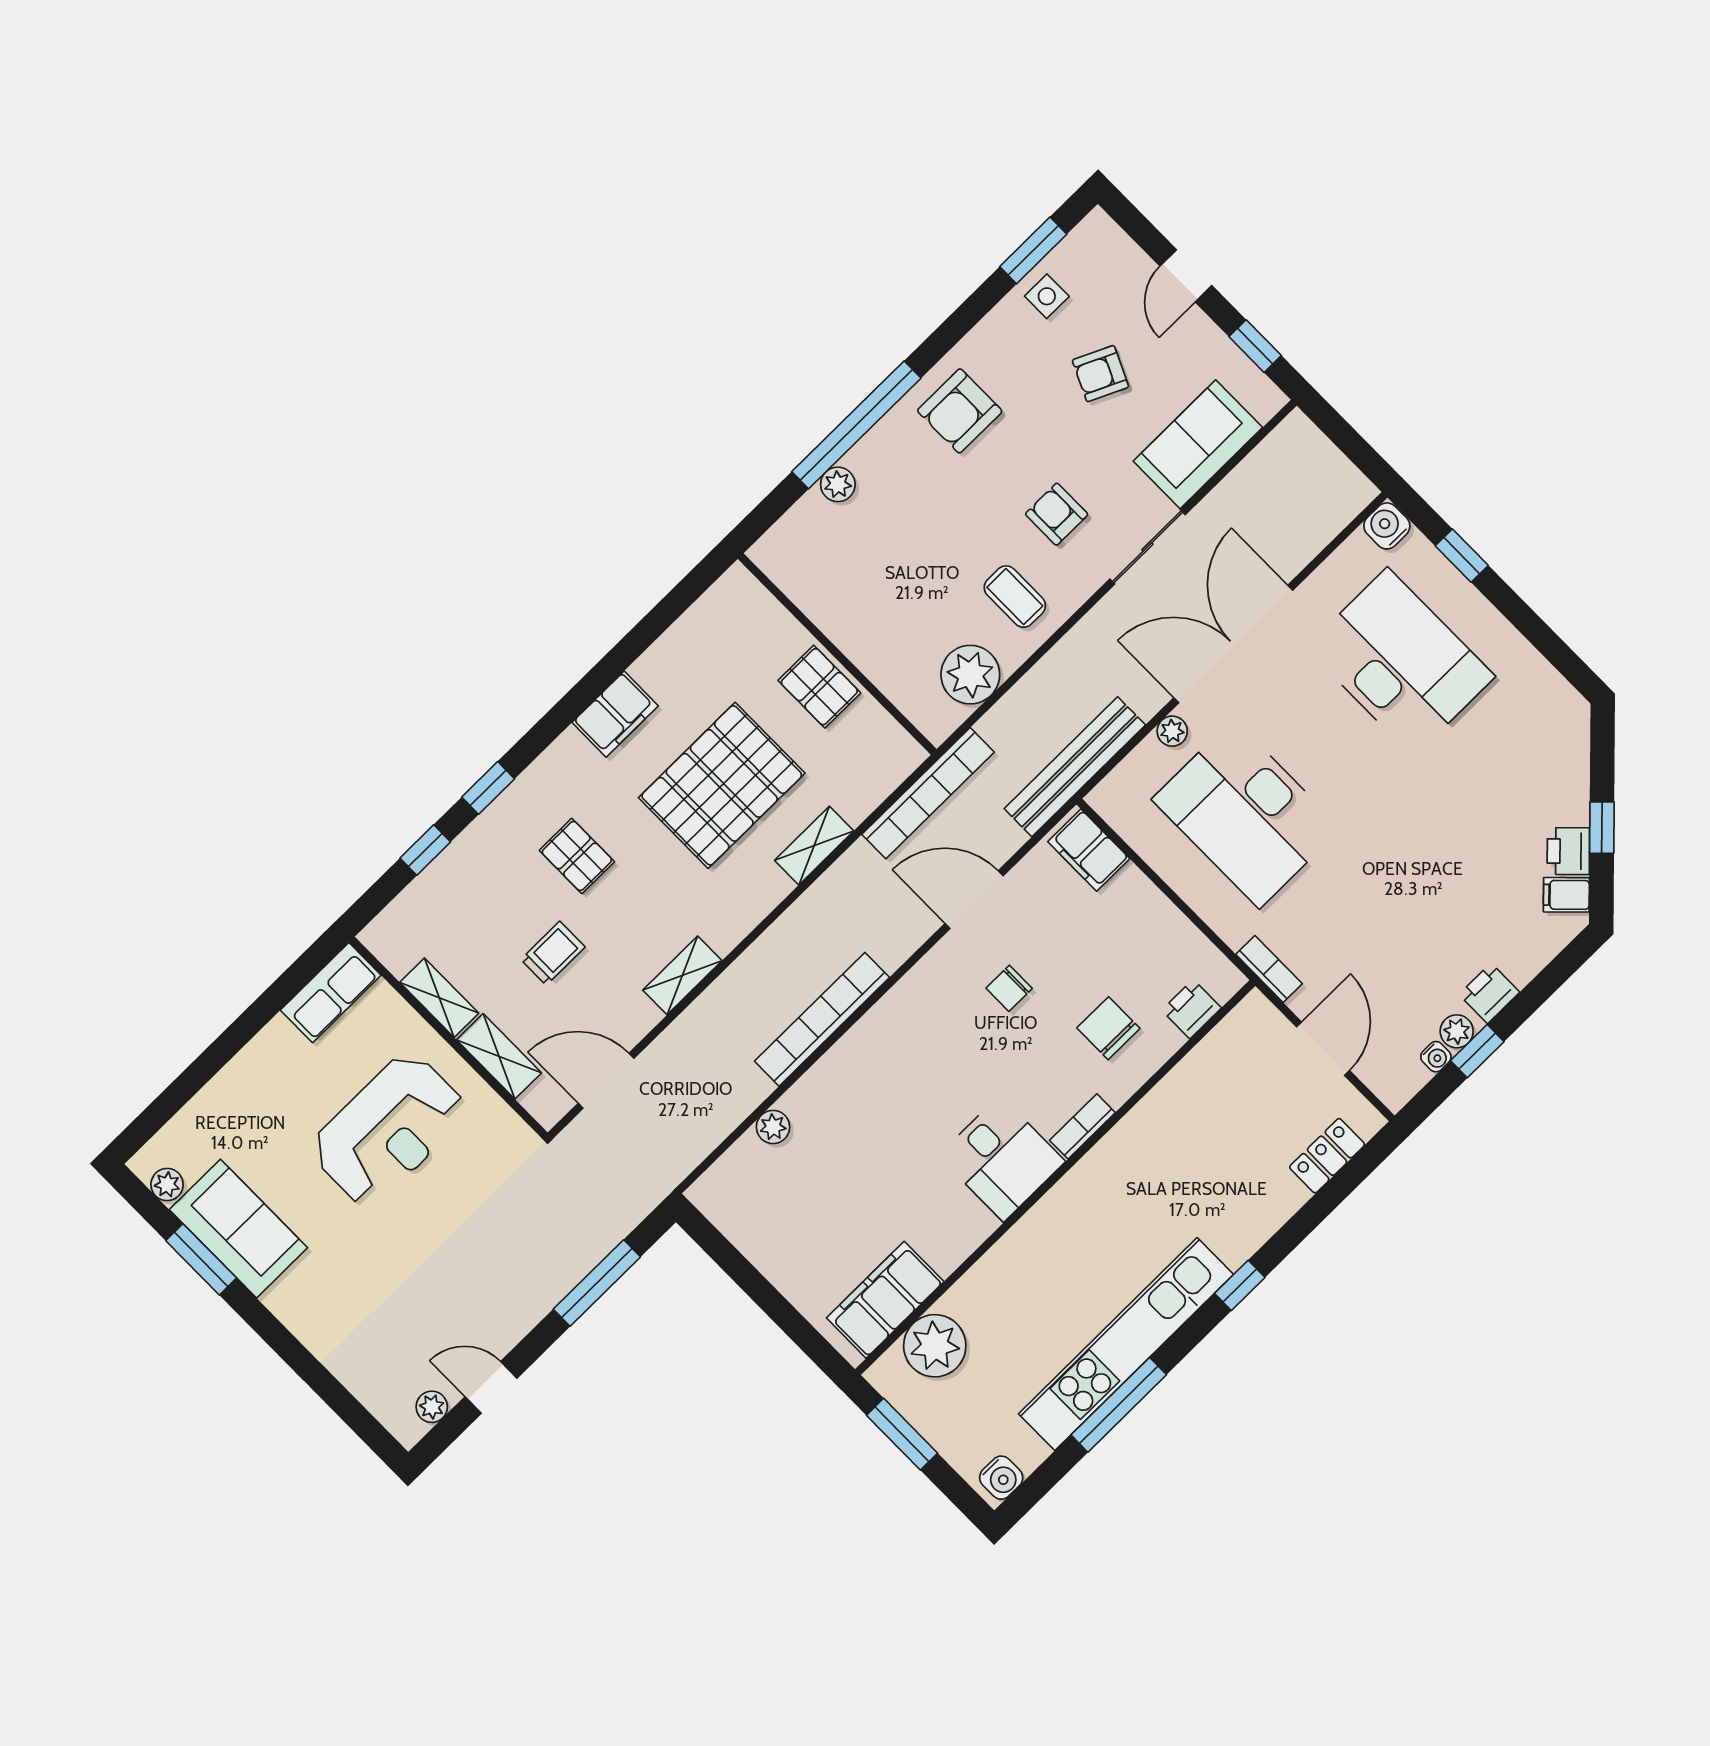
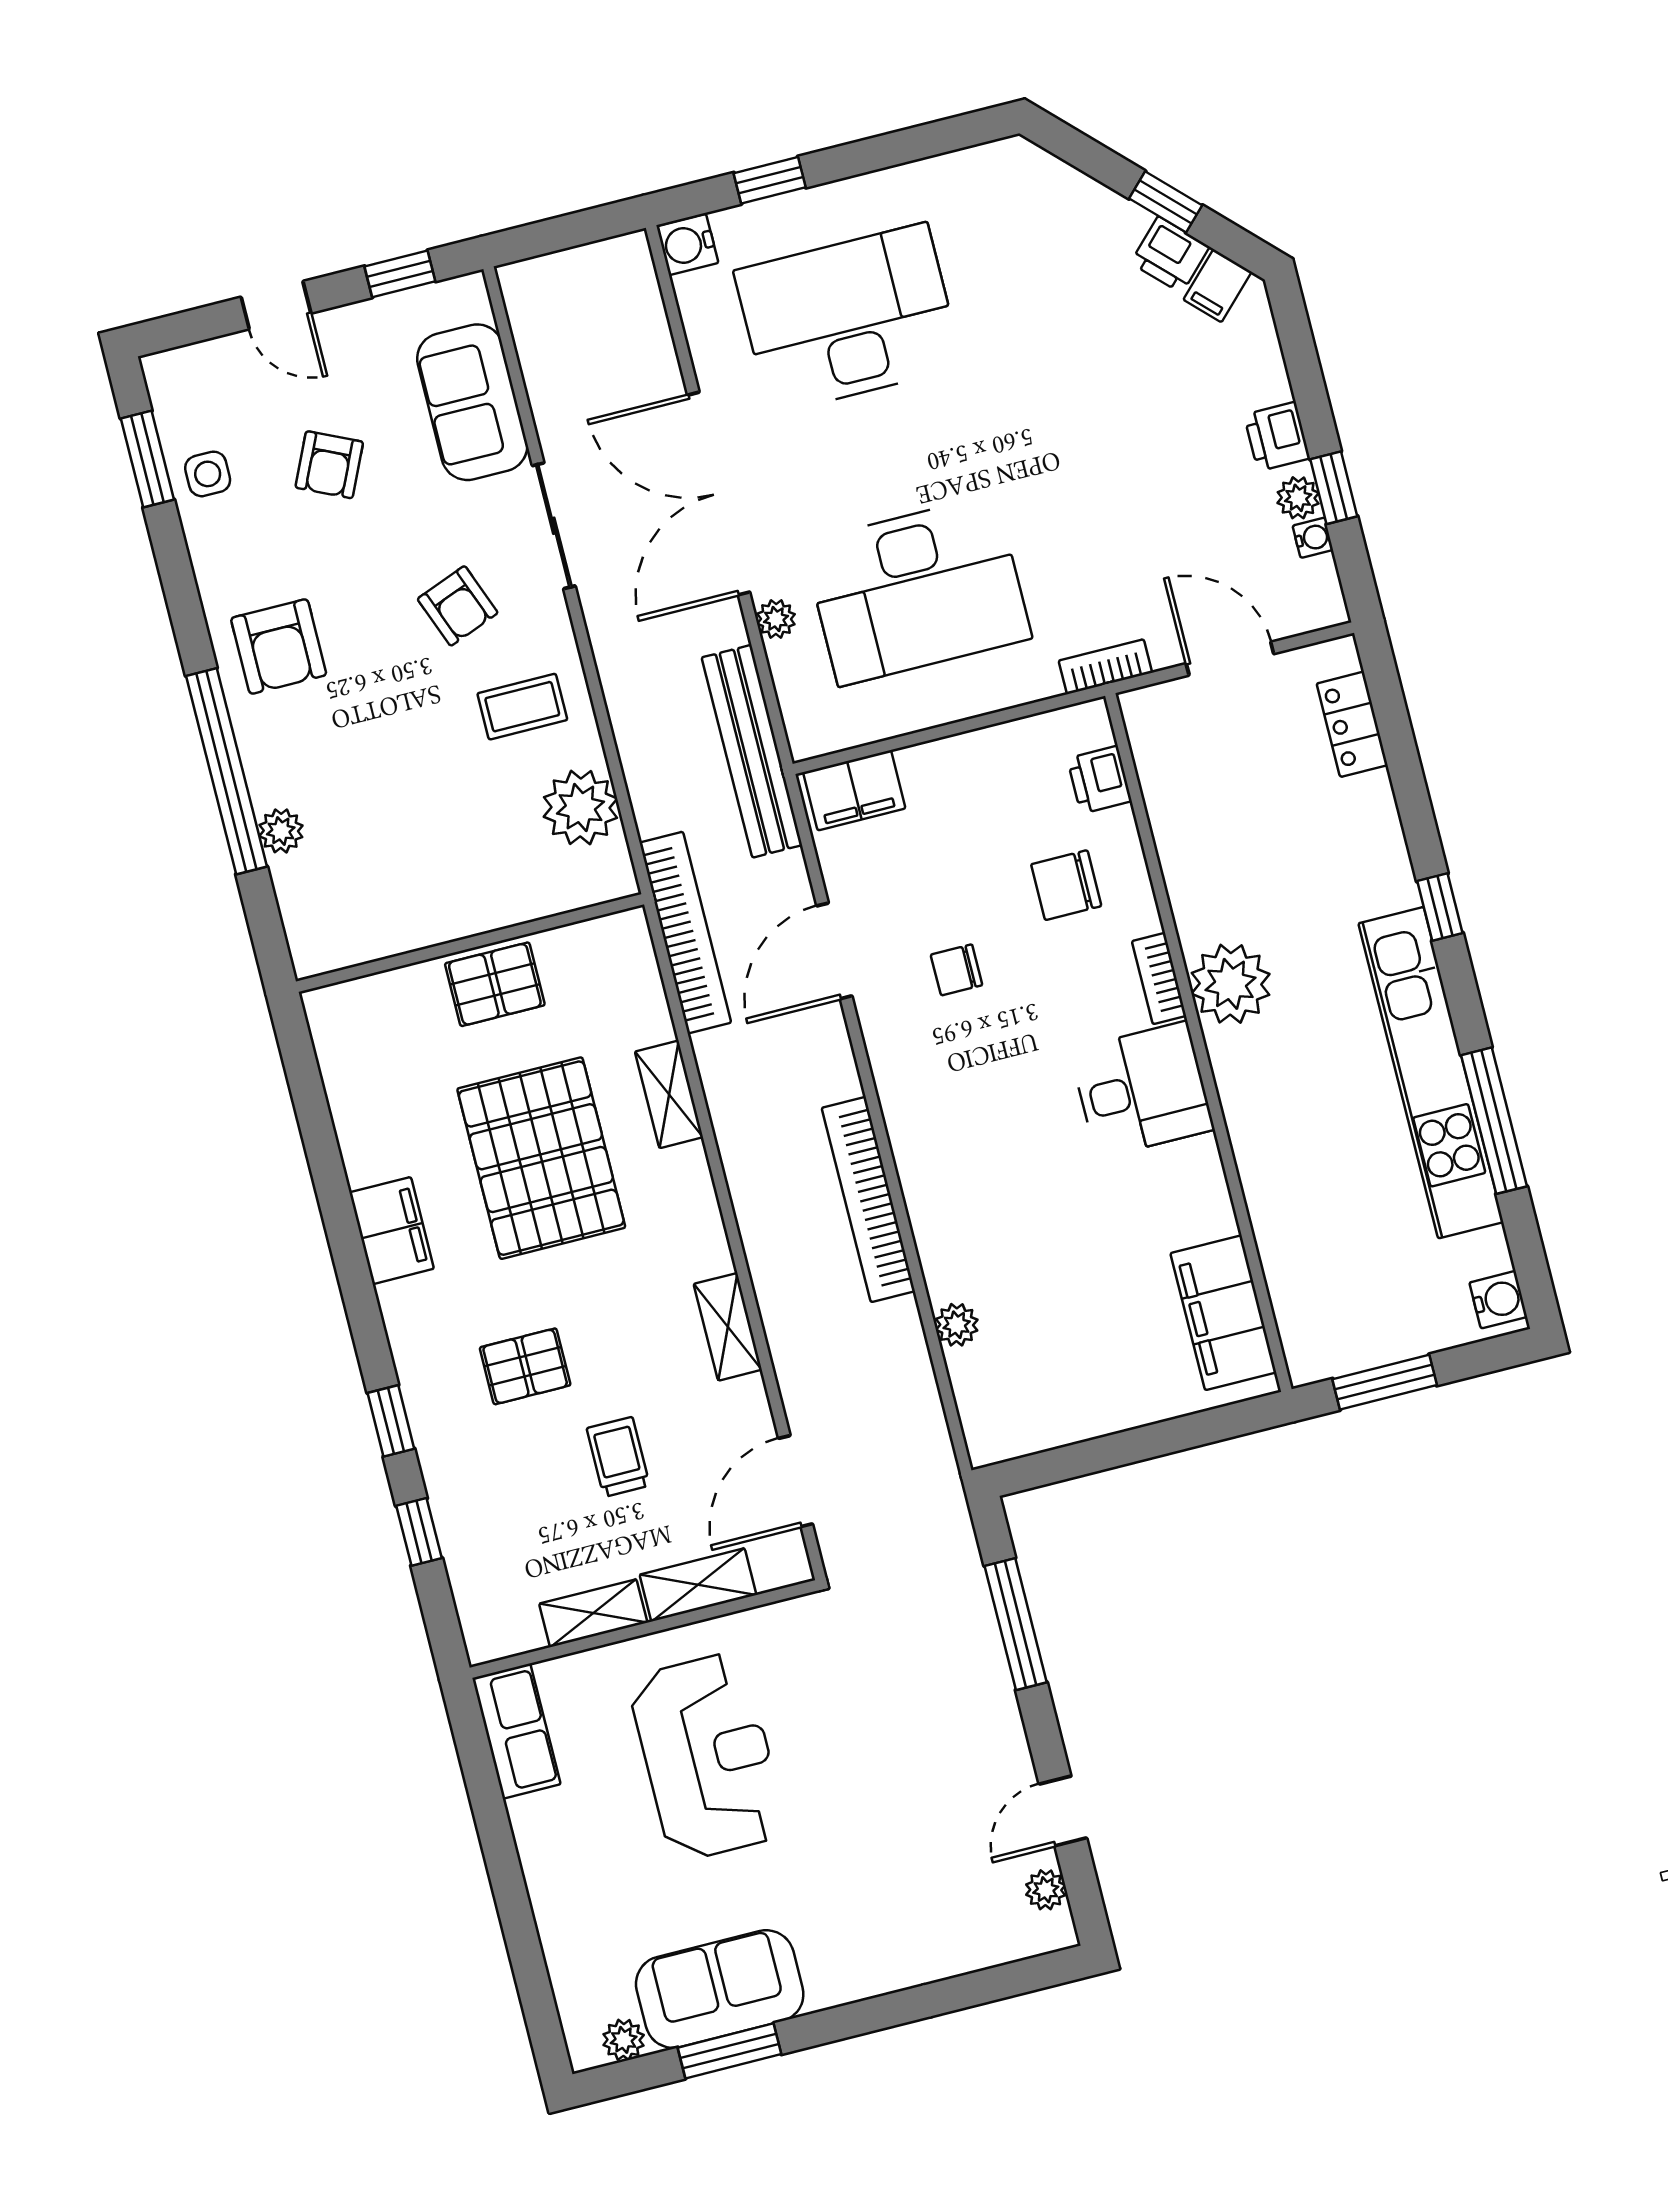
armchair: (1057, 514) -> (458, 606), turned -111
chair: (1009, 988) -> (957, 970), turned 90
plant: (935, 1346) -> (1231, 984), moved

